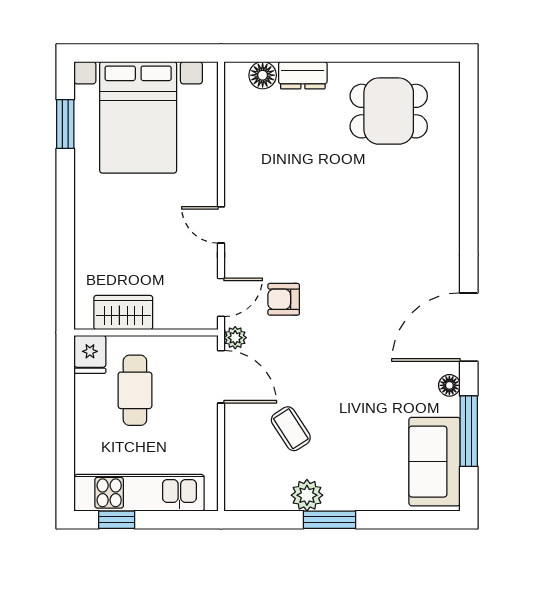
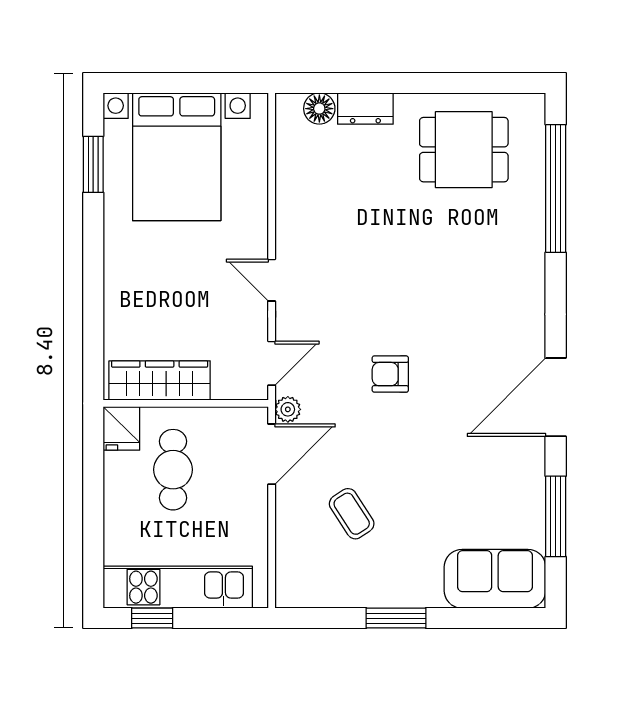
window: (469, 145) -> (556, 189), added
armchair: (284, 299) -> (390, 374), moved
wardrobe: (123, 312) -> (160, 380), width x1.50
door: (221, 377) -> (272, 454), hinge flipped
floor lamp: (449, 385) -> (533, 464), removed
sofa: (435, 462) -> (495, 579), moved, turned 90
plant: (307, 495) -> (370, 590), removed

